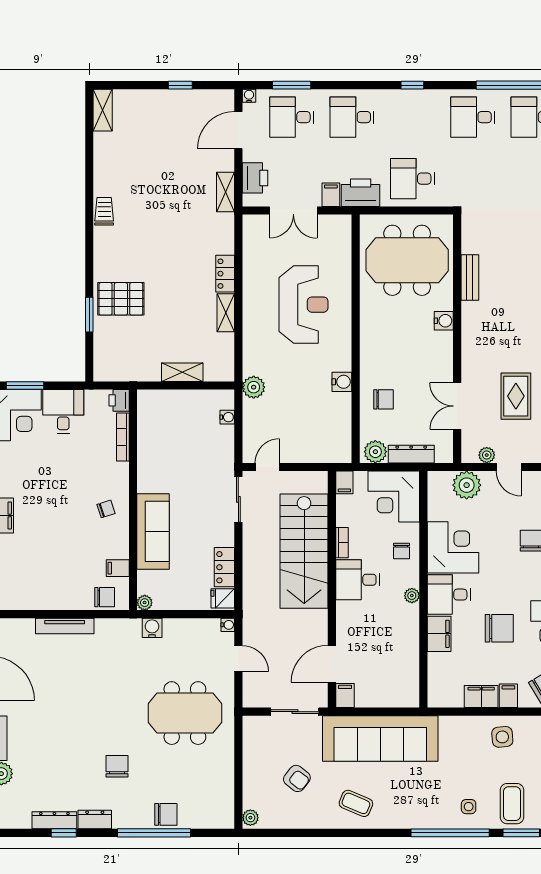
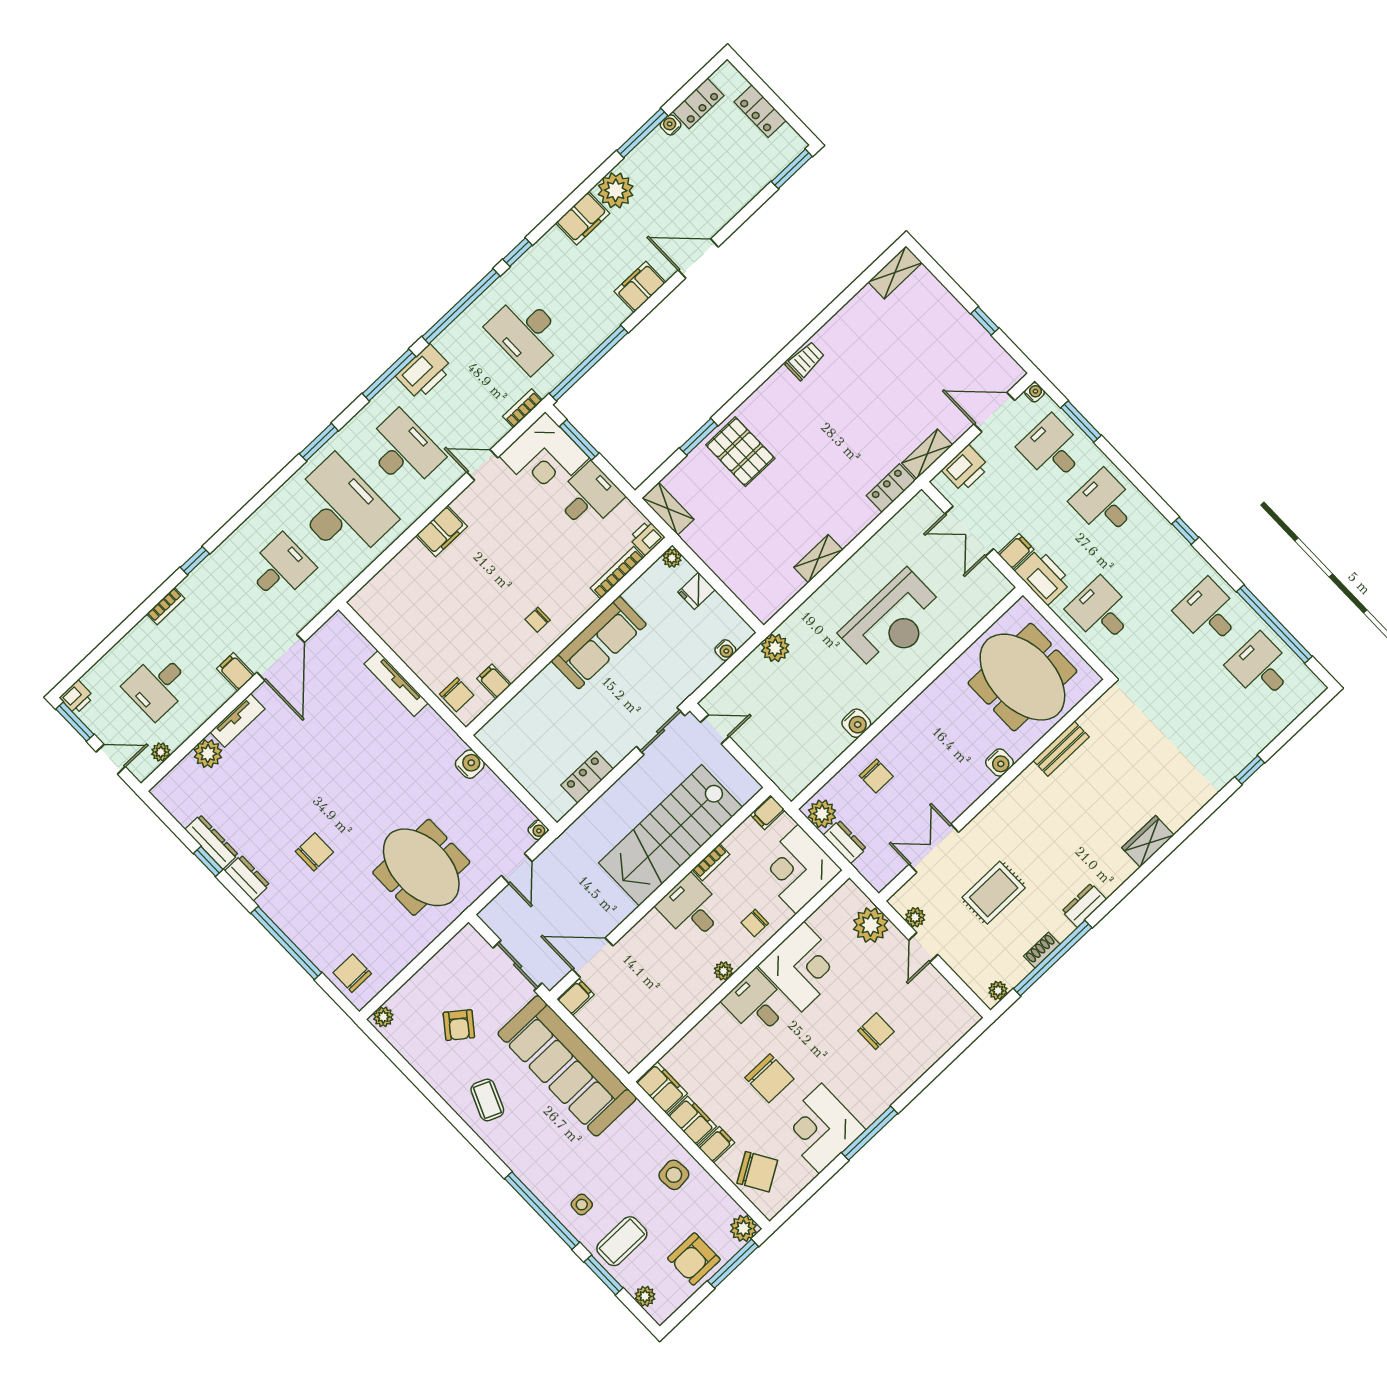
locker: (225, 274) -> (891, 488), moved
shelving: (182, 372) -> (668, 509), moved
dresser: (411, 454) -> (845, 842), width x0.70
chair: (106, 509) -> (538, 620), turned 108
sofa: (153, 531) -> (599, 643), moved
fridge: (223, 598) -> (696, 591), moved, turned -90
plant: (145, 603) -> (672, 558), moved
filing cabinet: (439, 634) -> (662, 1088), moved, turned -90
chair: (166, 814) -> (352, 973), moved, turned 180

